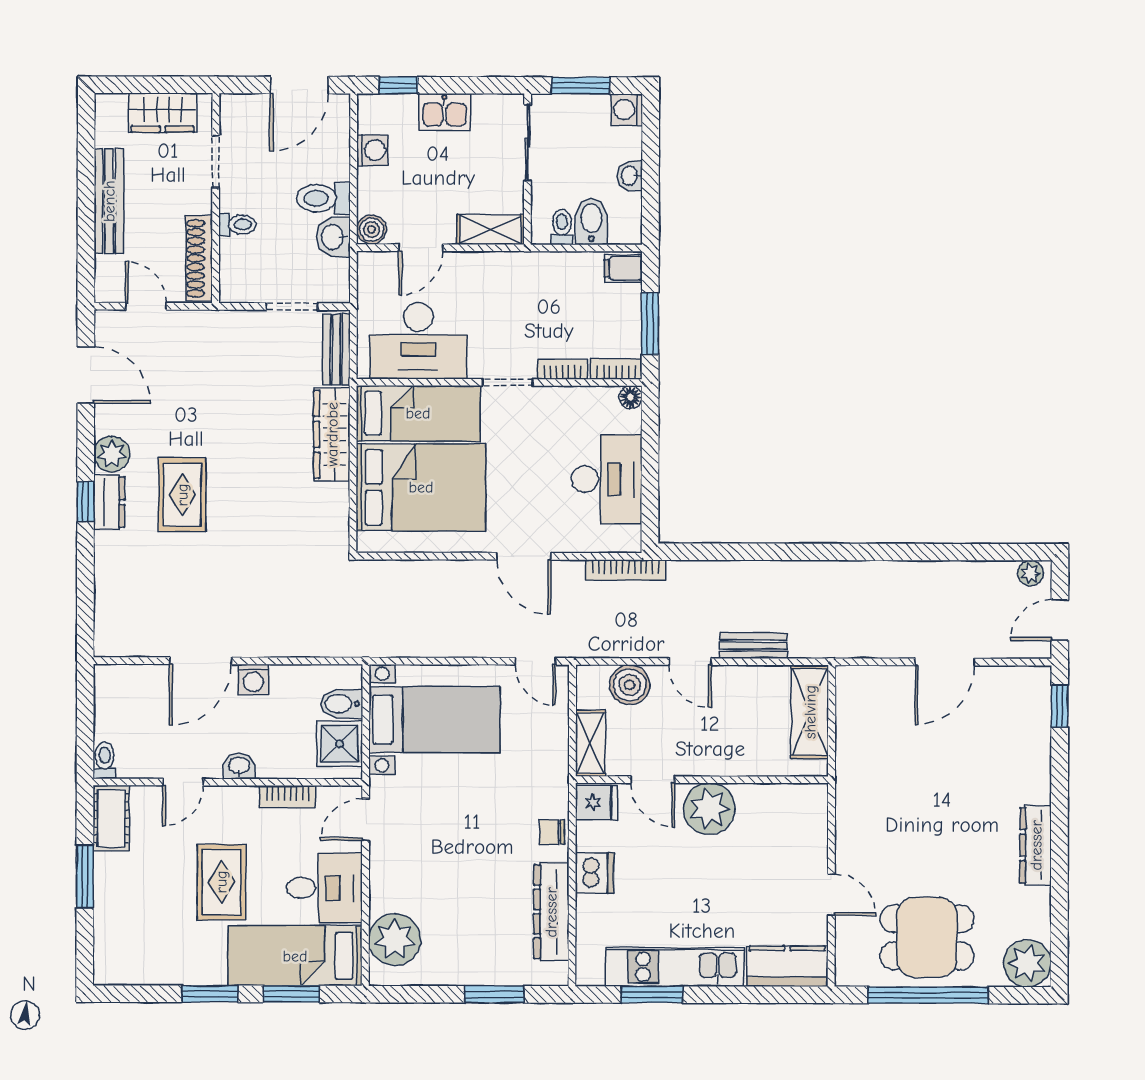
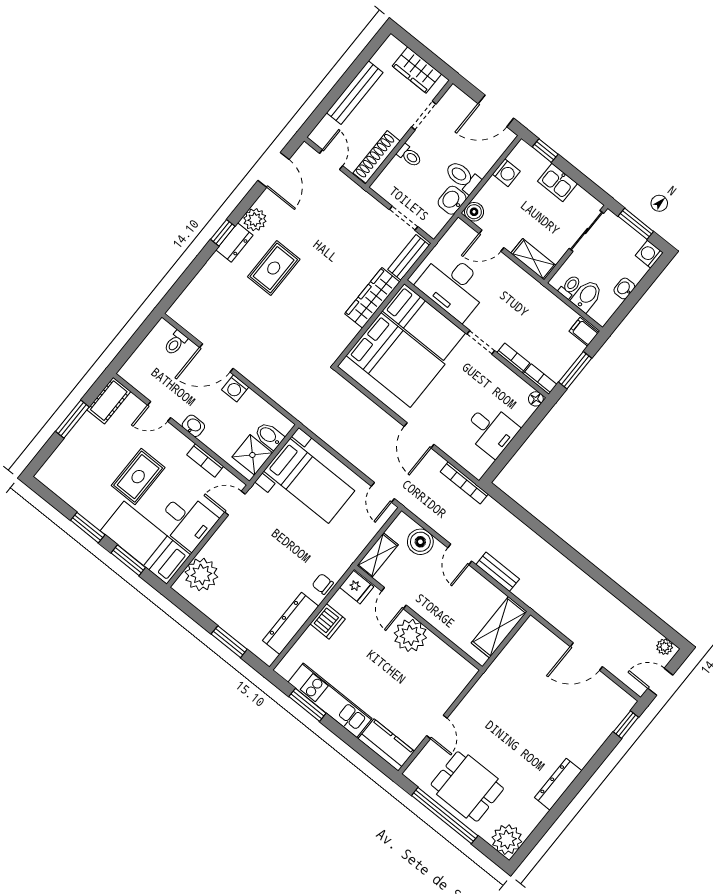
desk: (607, 479) -> (491, 430), width x0.73
toilet: (105, 760) -> (176, 343), moved, turned 180

